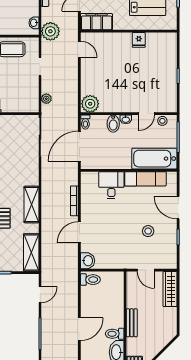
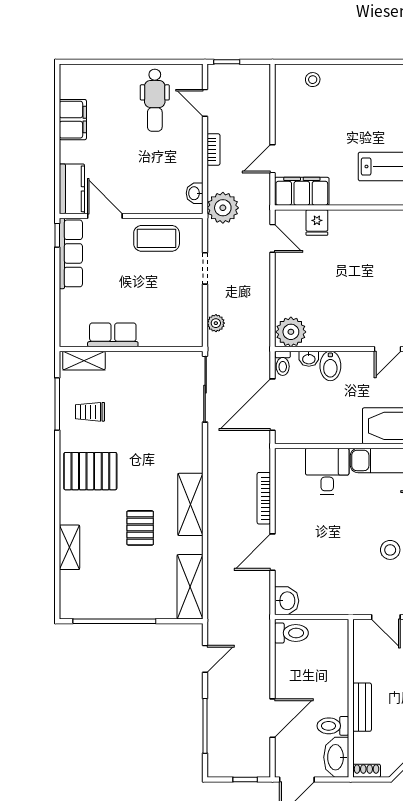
fridge: (139, 40) -> (317, 222), moved
washbasin: (126, 119) -> (309, 359), moved

